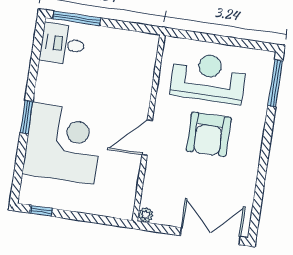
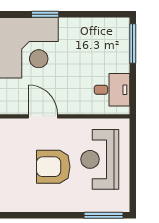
desk: (63, 44) -> (112, 90), moved, turned 90
reception desk: (208, 78) -> (100, 159), turned 180

